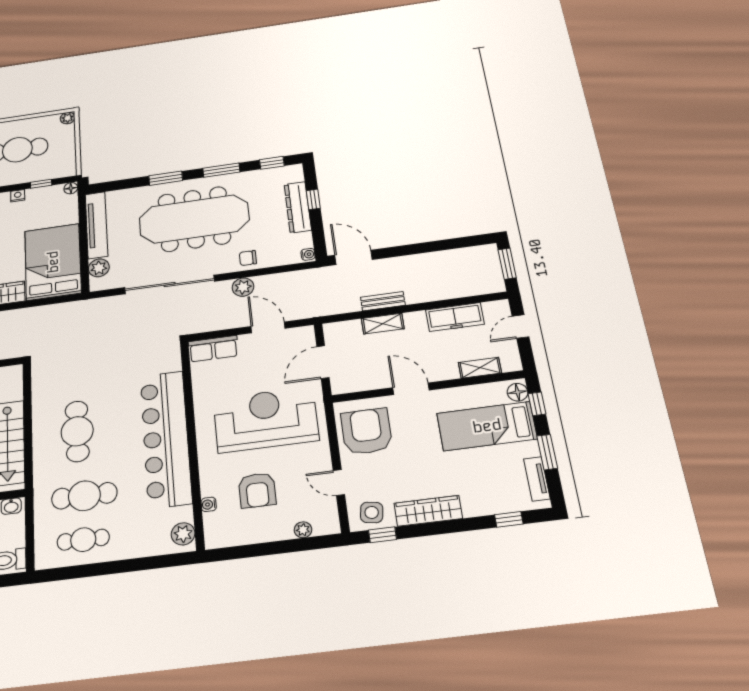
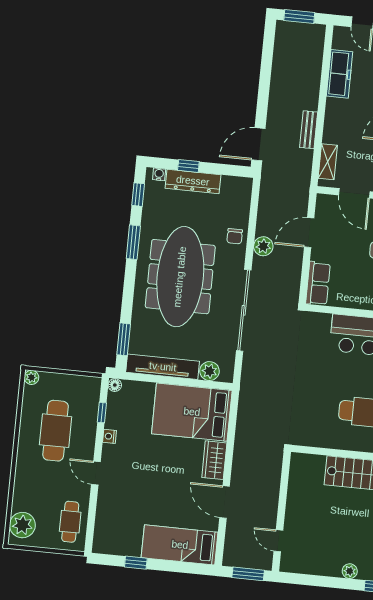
window: (166, 178) -> (124, 339), moved
water cooler: (308, 254) -> (159, 174), moved
shelving: (383, 324) -> (328, 162), moved

